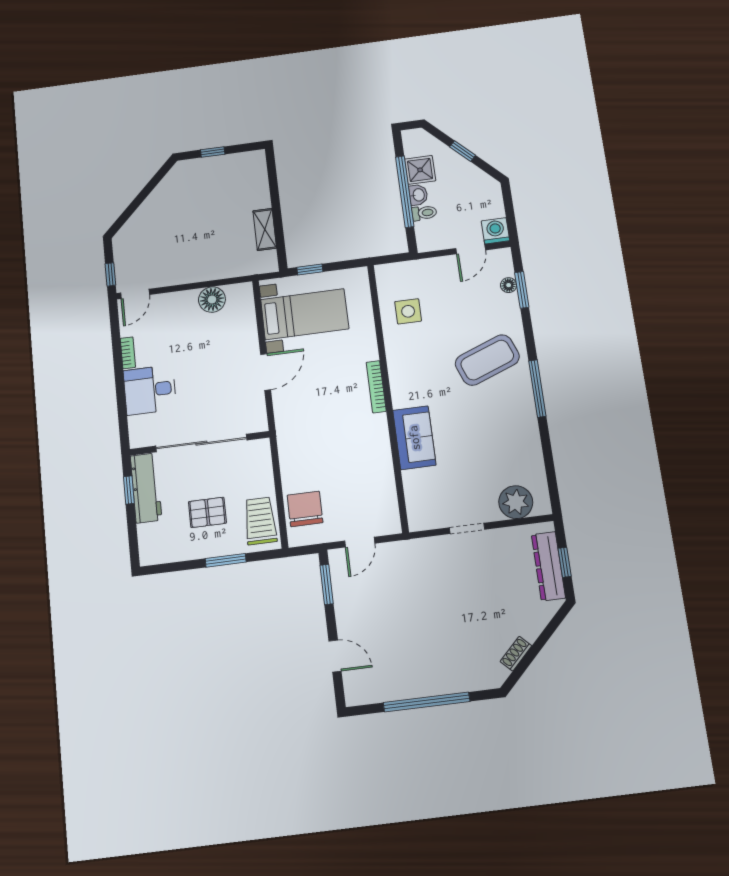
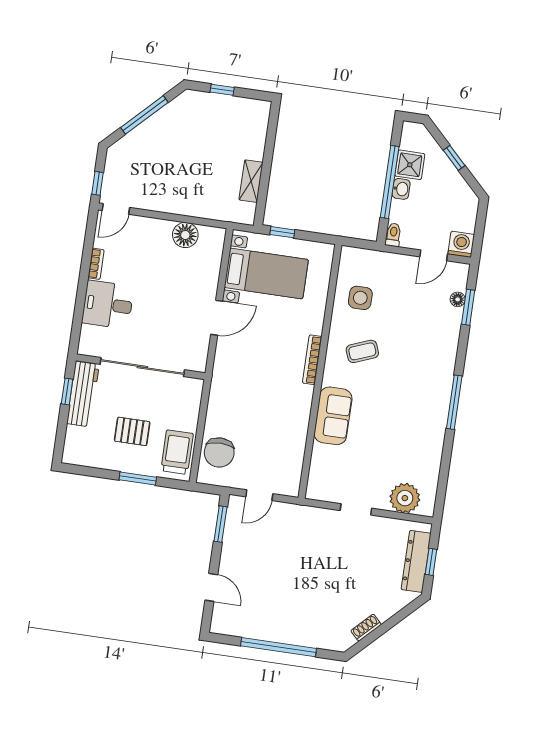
window: (141, 197) -> (144, 115), added
toilet: (424, 213) -> (393, 235), moved, turned -90
coffee table: (487, 360) -> (362, 351), moved, width x0.54, depth x0.58
chair: (305, 509) -> (219, 452), turned 180

